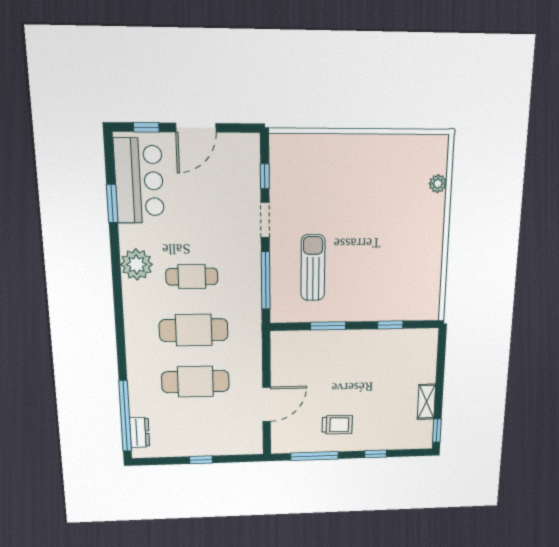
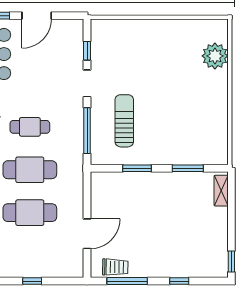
plant: (438, 184) -> (215, 56), width x1.88, depth x1.88
window: (390, 325) -> (188, 168), width x1.50
shelving: (427, 402) -> (221, 191), moved
trolley: (337, 425) -> (115, 267), moved

